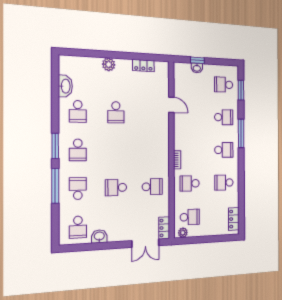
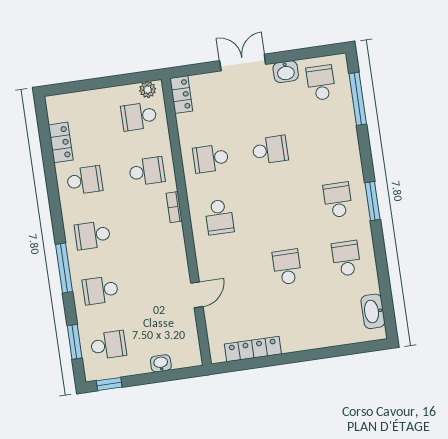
window: (197, 60) -> (109, 384), moved
plant: (109, 64) -> (309, 339), removed
locker: (143, 66) -> (253, 349), width x1.53
washbasin: (65, 86) -> (373, 311), moved
door: (171, 105) -> (197, 295), swing flipped
window: (55, 186) -> (358, 99), moved
school desk: (78, 189) -> (219, 217), moved
locker: (234, 219) -> (61, 142), moved
double door: (145, 243) -> (243, 62), moved

